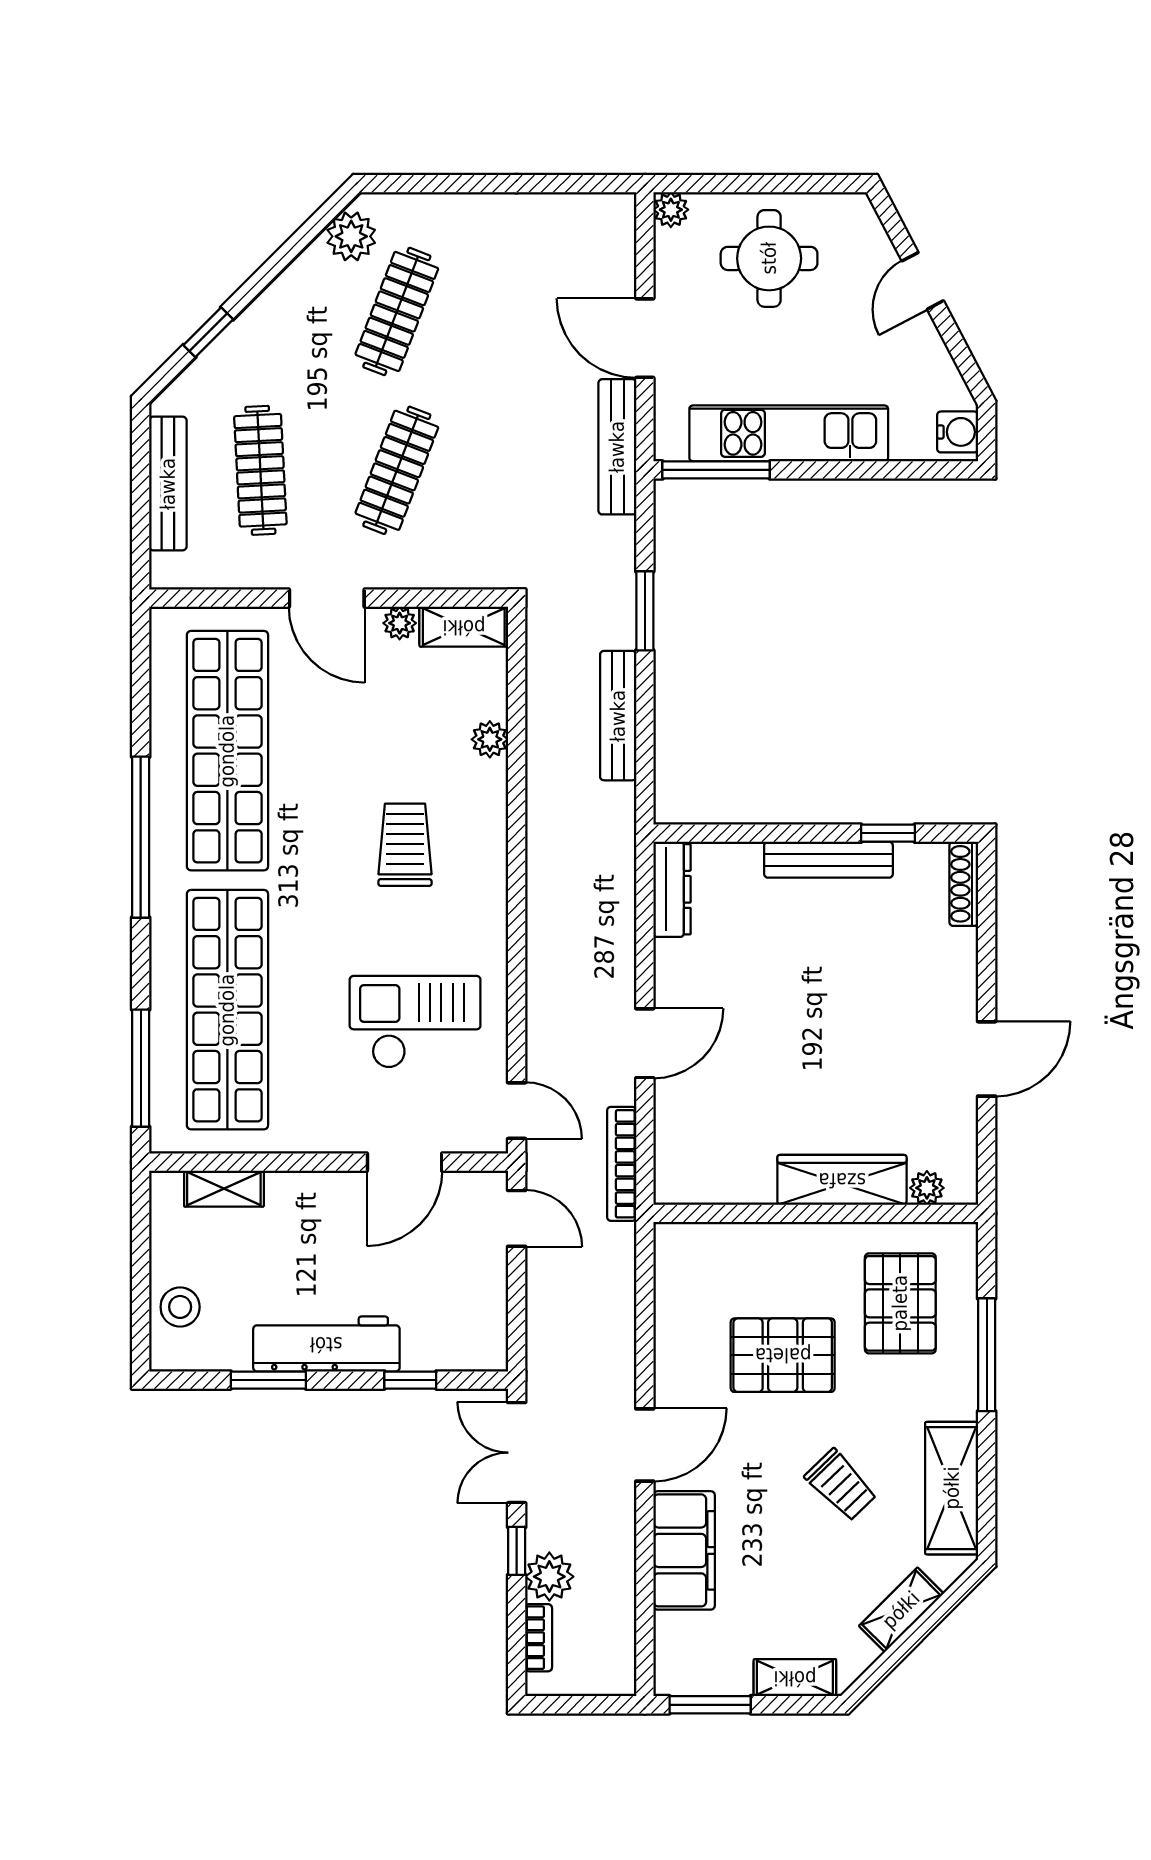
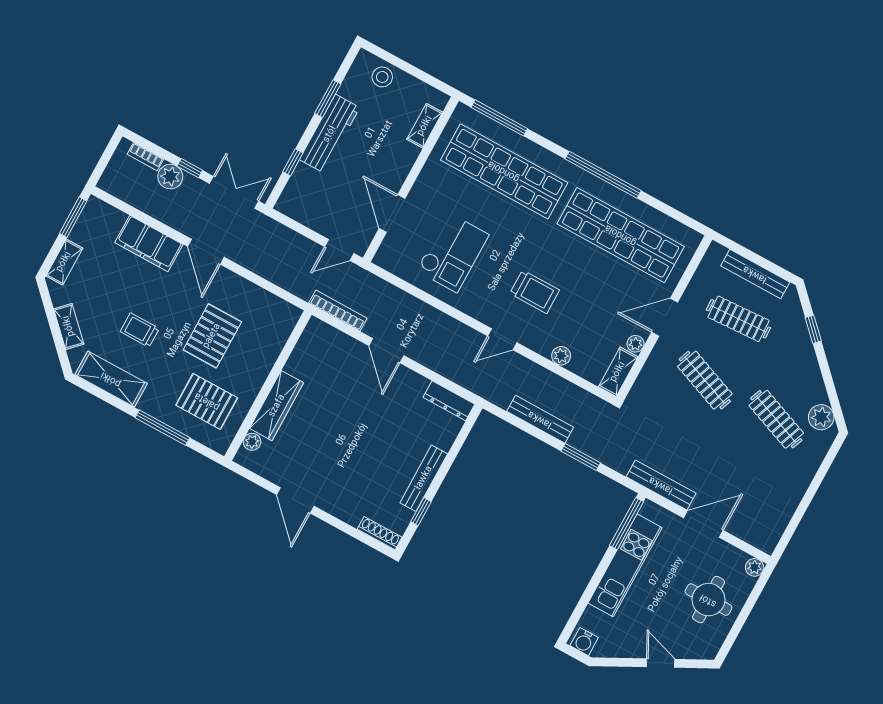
door: (517, 1111) -> (502, 339), moved
trolley: (841, 1485) -> (140, 330), turned 44

